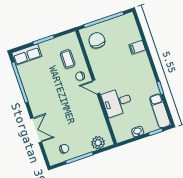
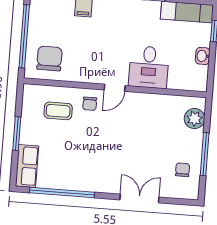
chair: (97, 40) -> (49, 58), turned 90

